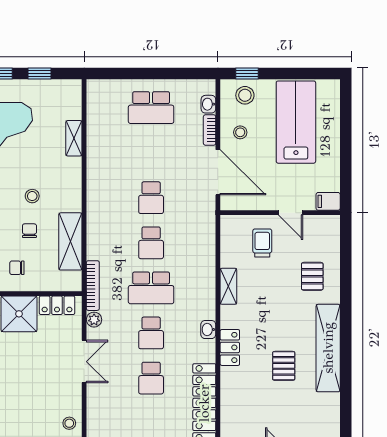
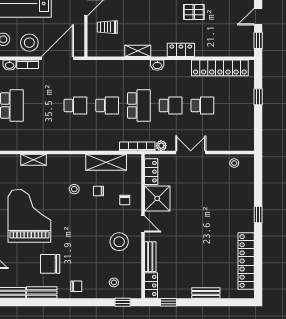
stool: (240, 132) -> (29, 43), width x1.89, depth x1.89
washbasin: (208, 330) -> (157, 65), moved

